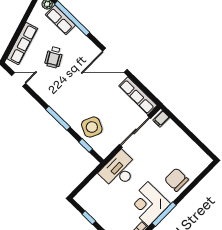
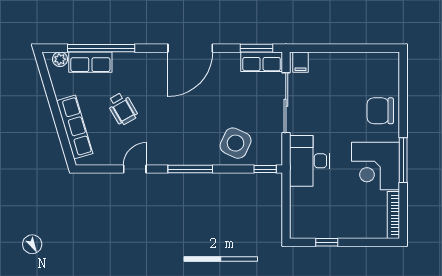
door: (19, 80) -> (135, 169), moved
window: (147, 91) -> (256, 48), added
row of seats: (138, 96) -> (262, 62), width x0.68
window: (86, 145) -> (265, 169), moved

